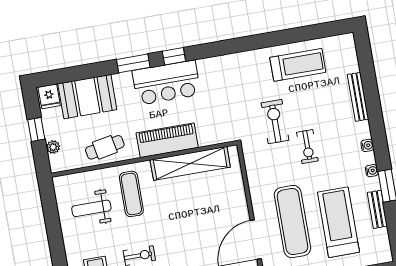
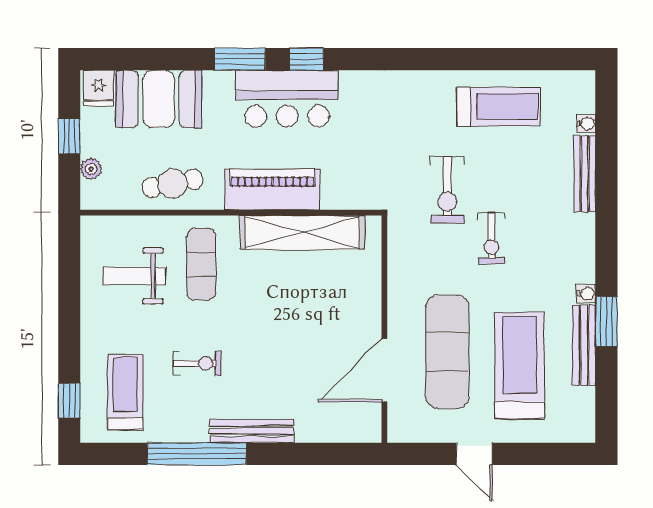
exercise bike: (275, 122) -> (447, 190), turned 180
water cooler: (367, 145) -> (586, 124), moved
bench: (377, 209) -> (584, 345), width x1.36

